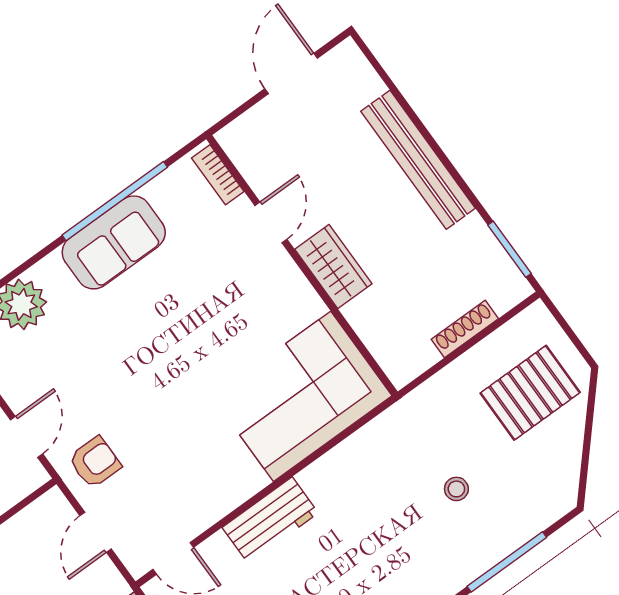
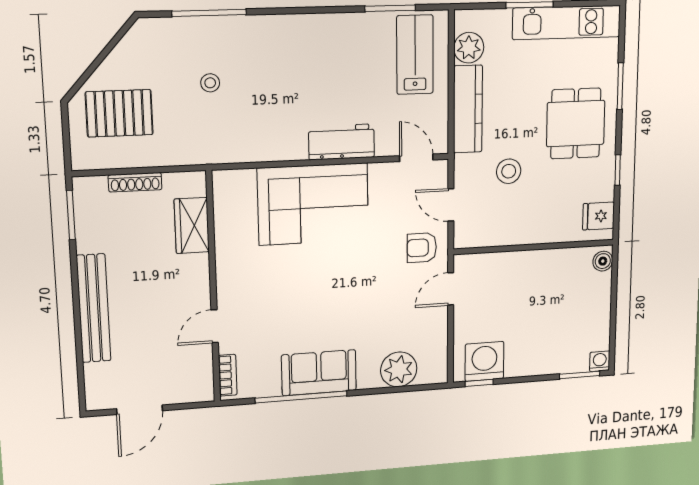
wardrobe: (333, 267) -> (192, 225), moved
corner sofa: (302, 396) -> (313, 204), moved
door: (96, 532) -> (451, 205), swing flipped

